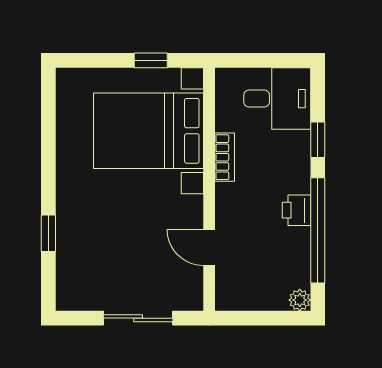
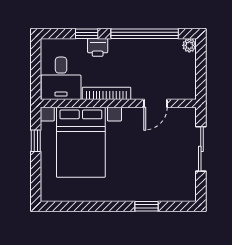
desk: (277, 99) -> (61, 78), moved, turned 180
bookcase: (225, 157) -> (106, 93), width x1.56
printer: (296, 210) -> (98, 47), moved

